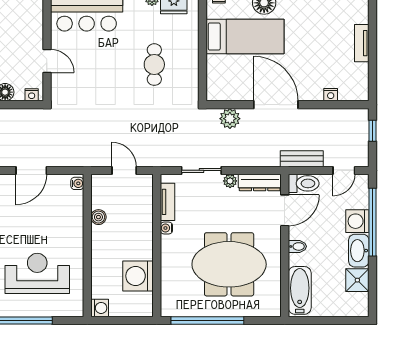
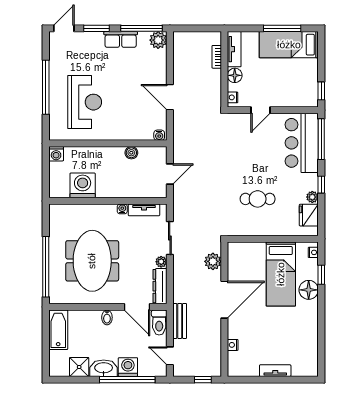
bathtub: (300, 290) -> (58, 330), moved, turned -90
window: (207, 320) -> (46, 267), moved

